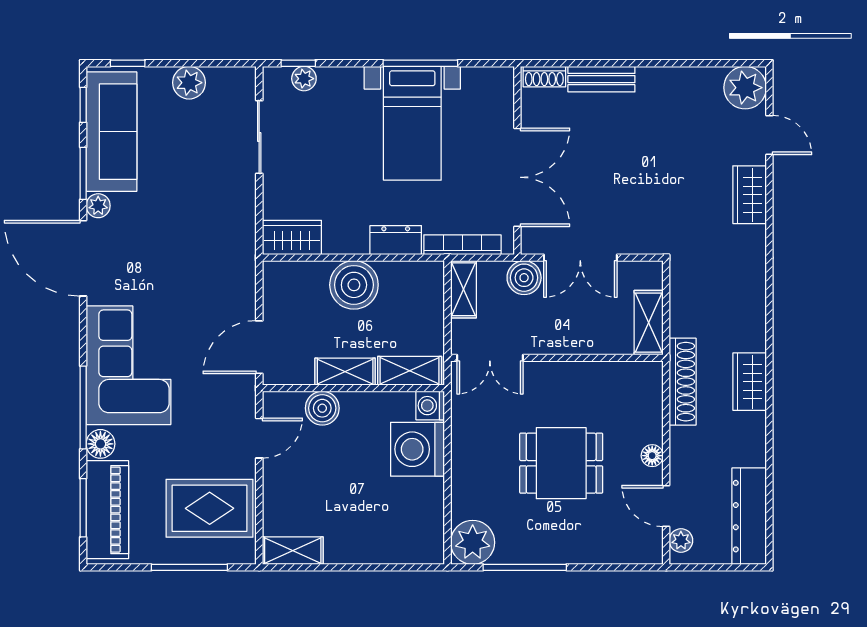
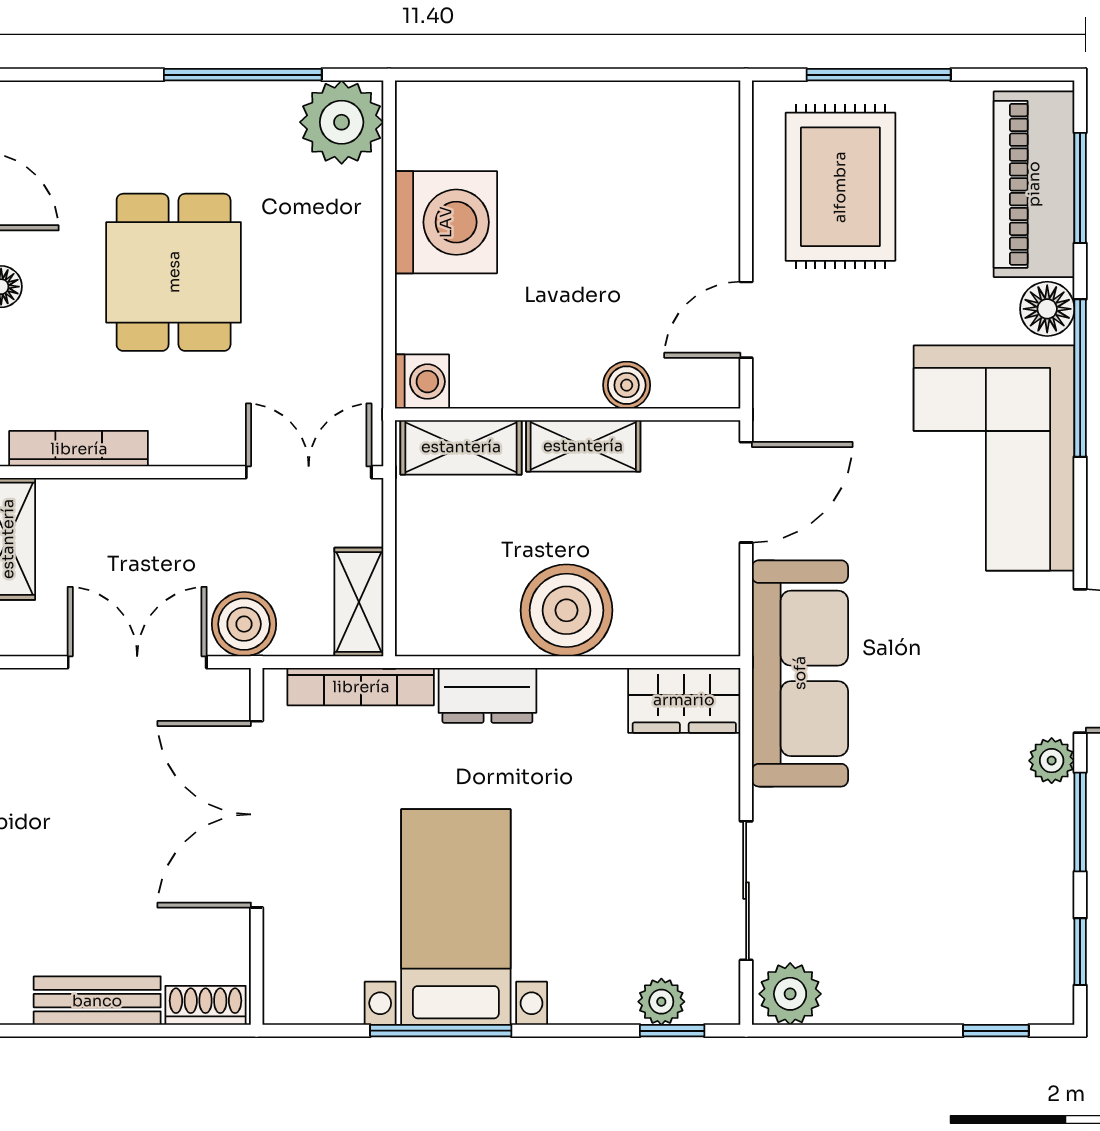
plant: (189, 83) -> (790, 994), moved
sofa: (112, 132) -> (800, 673), moved, turned 180
bookcase: (611, 370) -> (79, 449), added
boiler: (322, 408) -> (627, 385), width x0.73, depth x0.73
washing machine: (418, 449) -> (446, 222), moved
dining table: (561, 463) -> (174, 272), turned 90
rug: (210, 508) -> (840, 187), turned 90
shelving: (293, 551) -> (683, 106), removed

